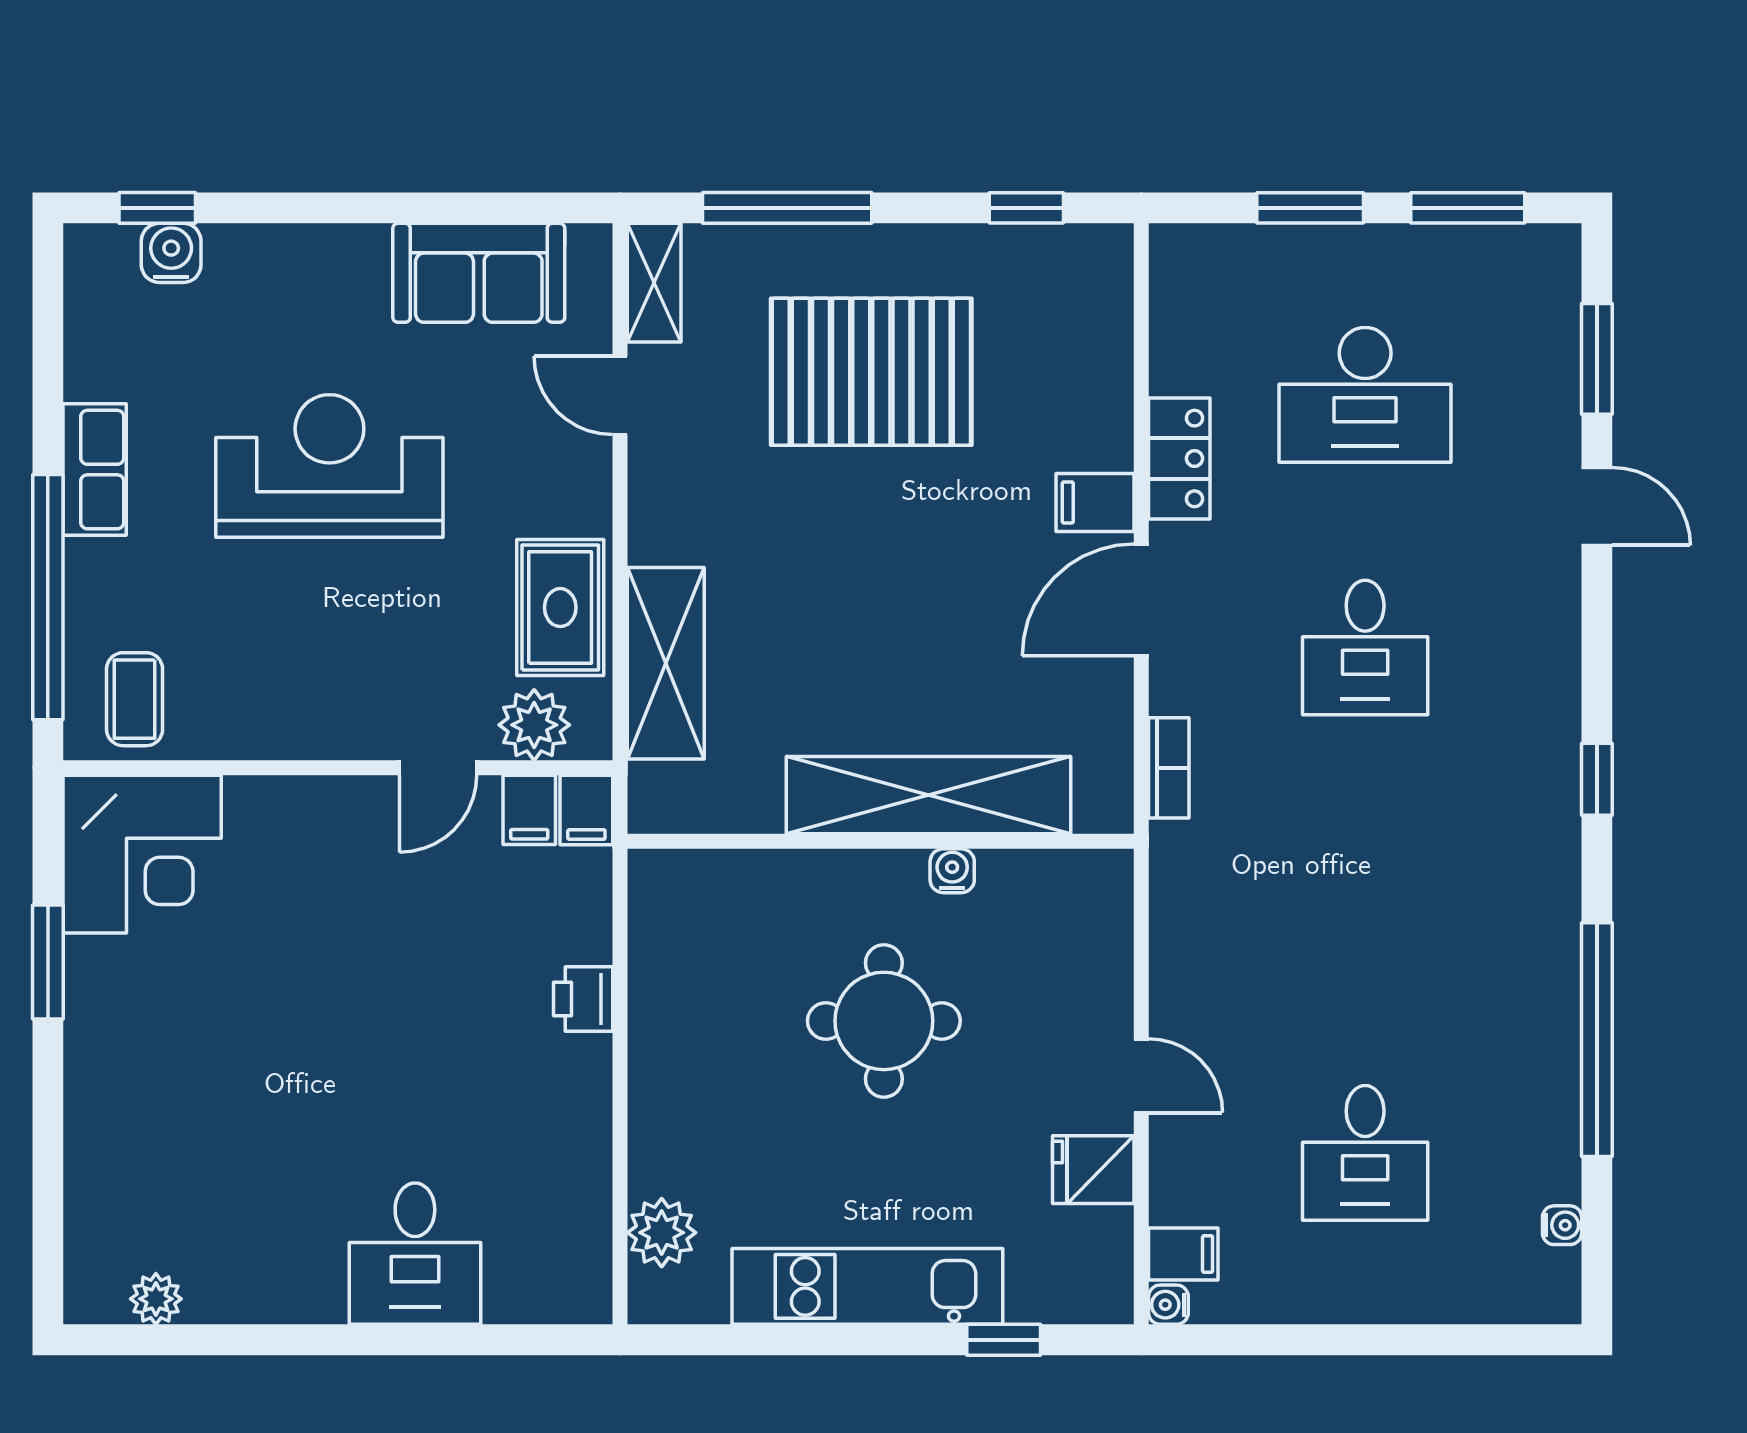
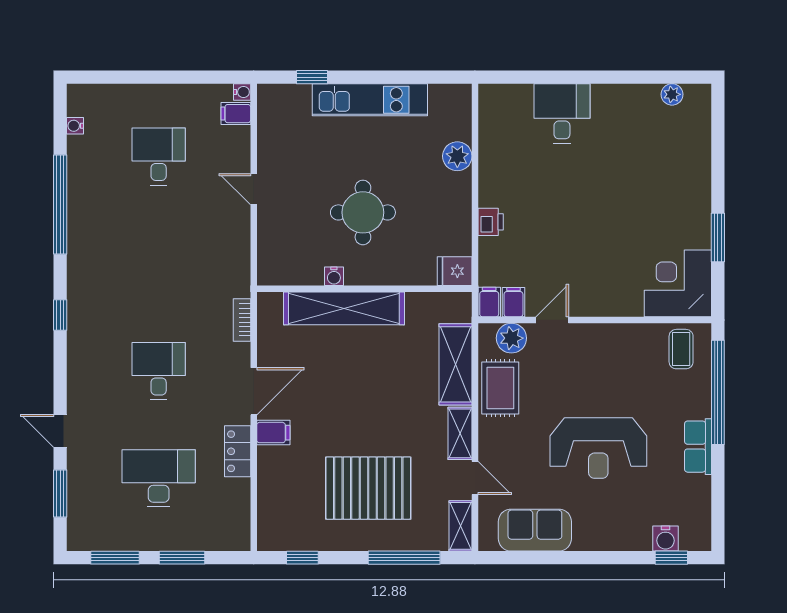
shelving: (655, 501) -> (460, 433), added
fridge: (1093, 1170) -> (455, 271), moved, turned 180
plant: (662, 1233) -> (457, 156), moved

